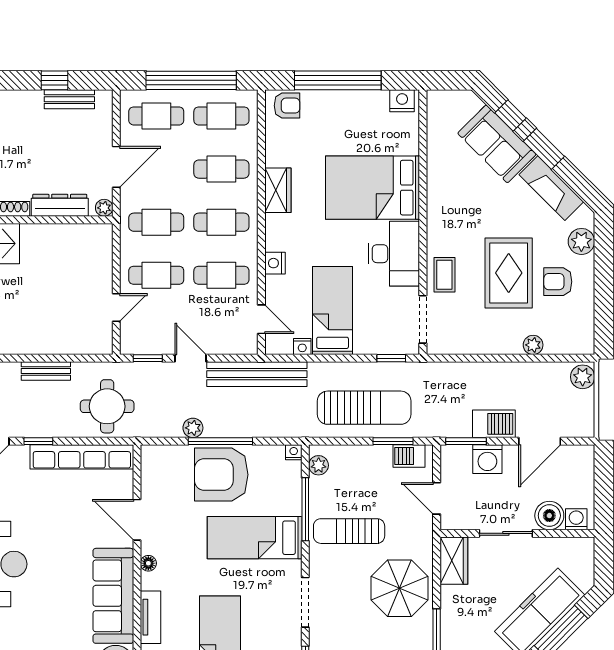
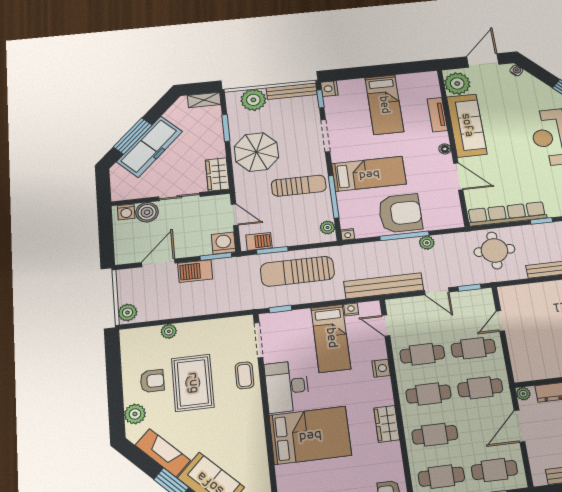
washing machine: (487, 459) -> (223, 243), moved

